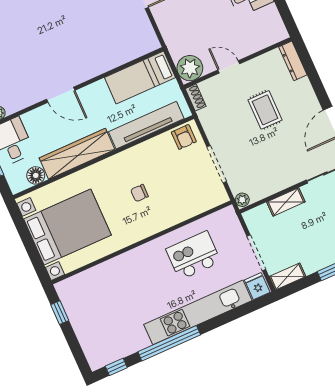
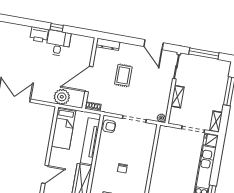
door: (229, 67) -> (89, 79), width x1.87
plant: (190, 68) -> (62, 97), moved
rug: (265, 110) -> (123, 75), turned 90
kitchen island: (193, 255) -> (173, 162), removed

